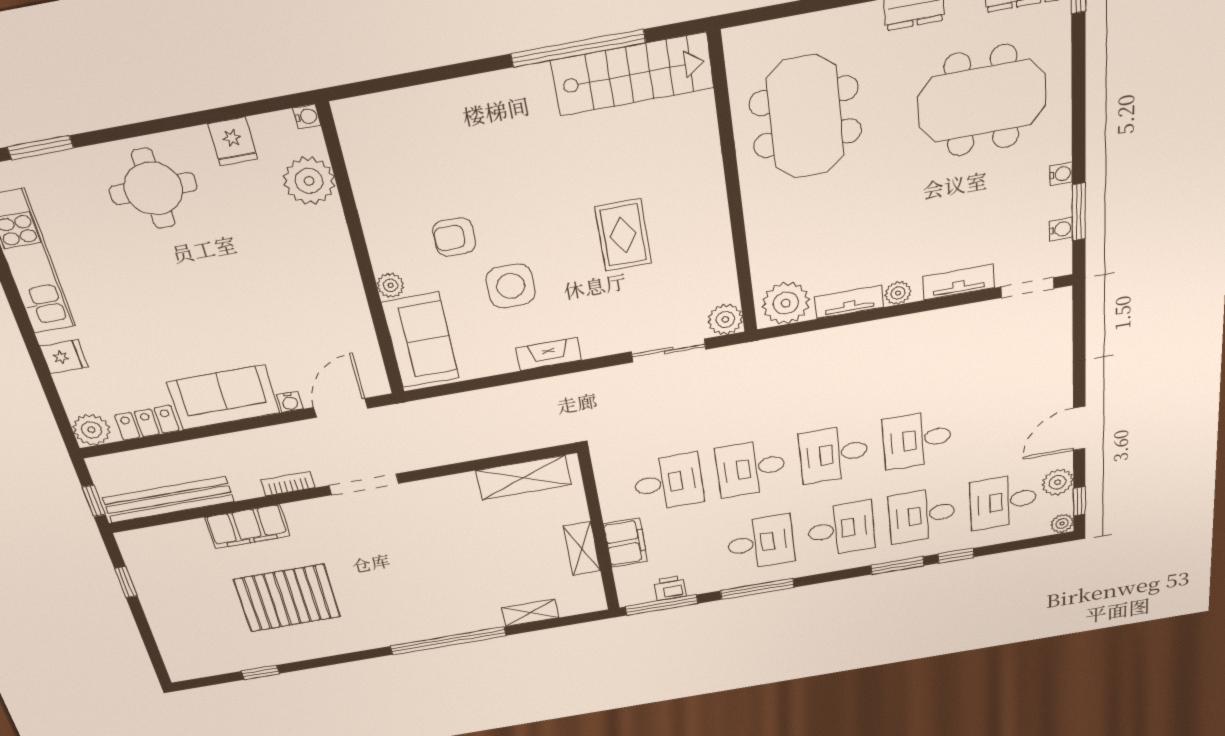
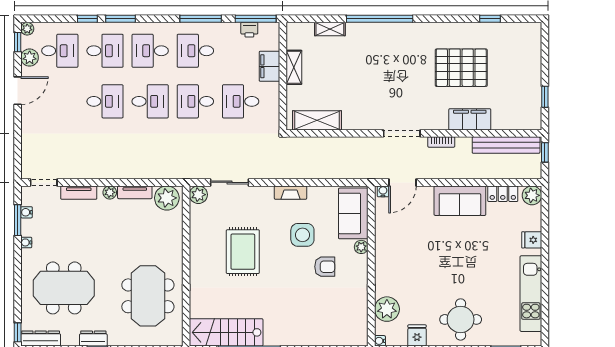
rug: (623, 235) -> (243, 252), width x1.36, depth x1.43
water cooler: (290, 402) -> (383, 191), moved
desk: (751, 468) -> (195, 101), turned 180

